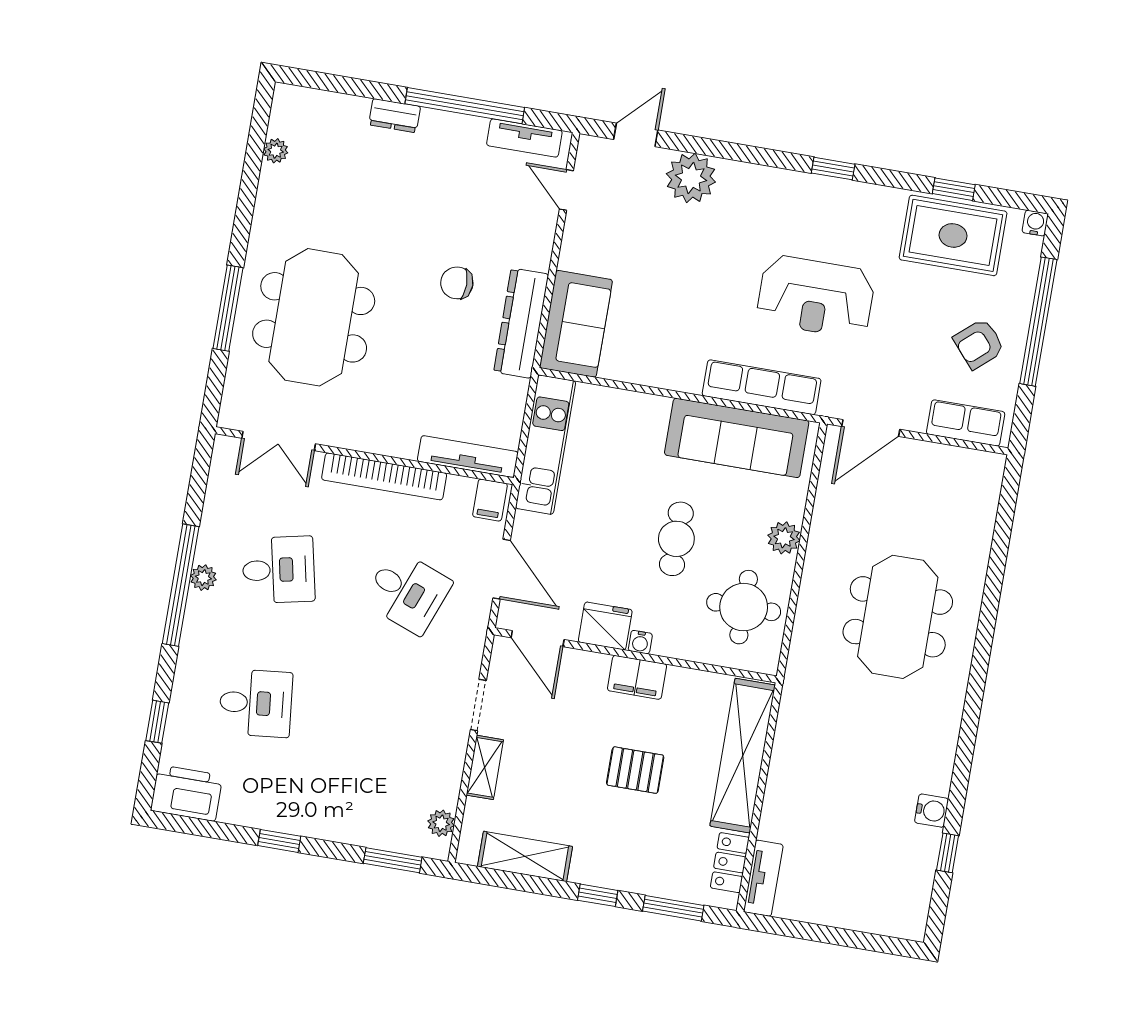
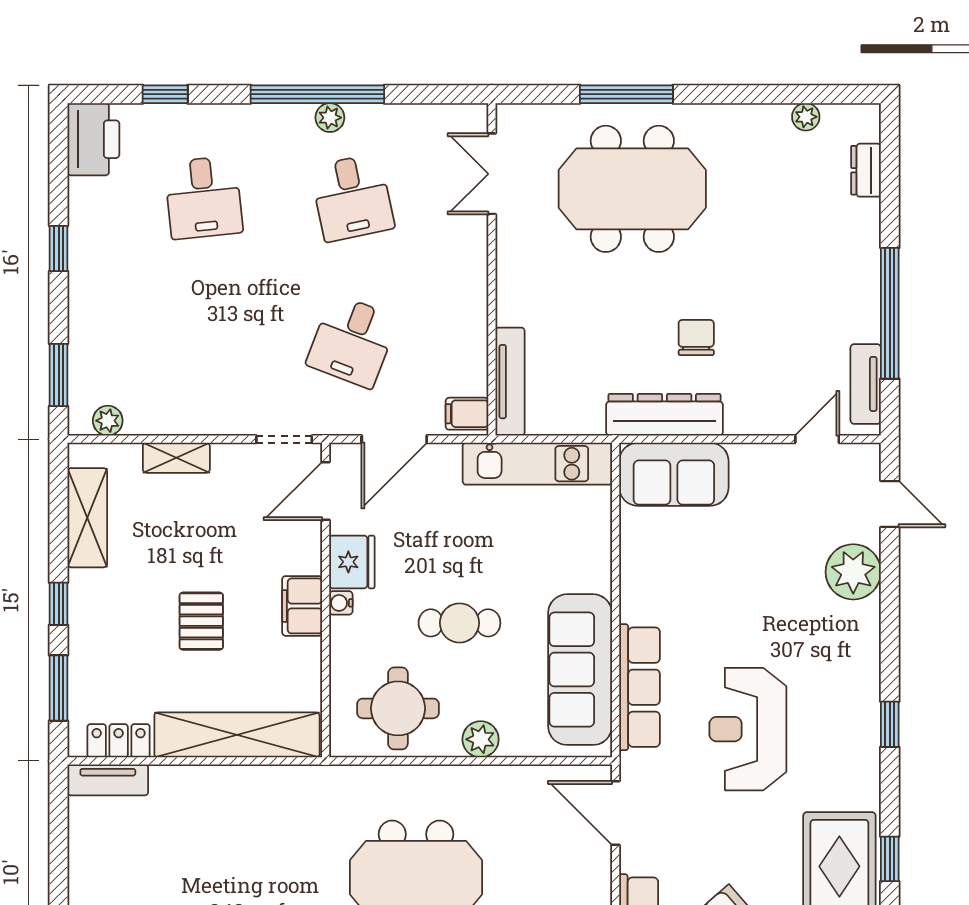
dresser: (395, 116) -> (866, 170), moved
bookcase: (384, 476) -> (473, 295), removed
doorway: (478, 705) -> (284, 439), moved

